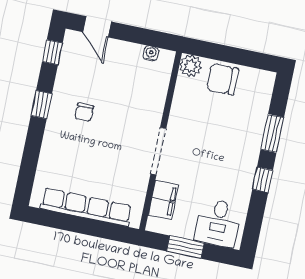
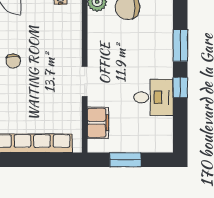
doorway: (158, 151) -> (85, 81), width x0.73
desk: (218, 223) -> (153, 97), moved, turned -90

